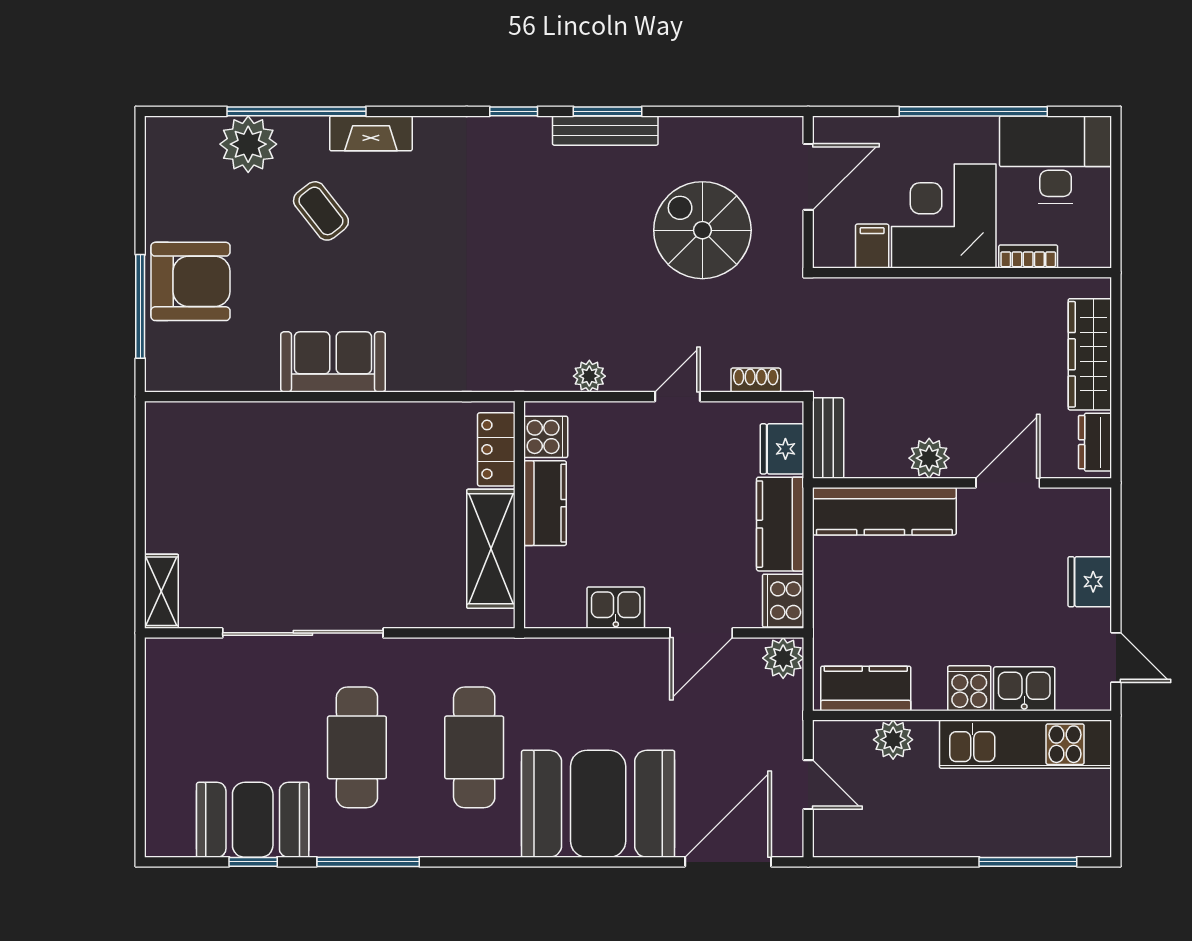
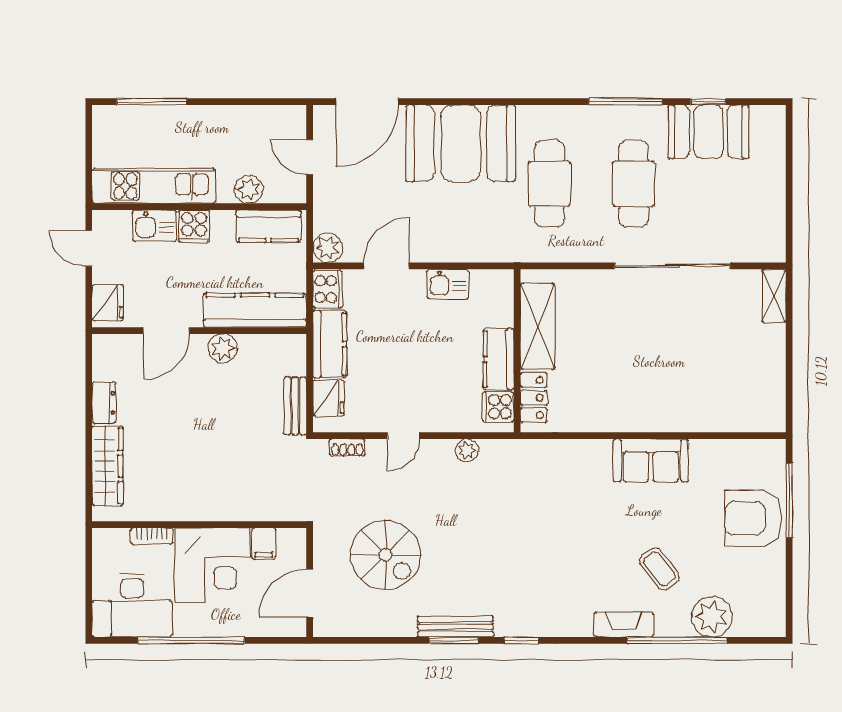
plant: (929, 458) -> (223, 348), moved
wall: (962, 483) -> (199, 331), moved
door: (1008, 483) -> (166, 331), moved
kitchen counter: (884, 511) -> (255, 310), moved

